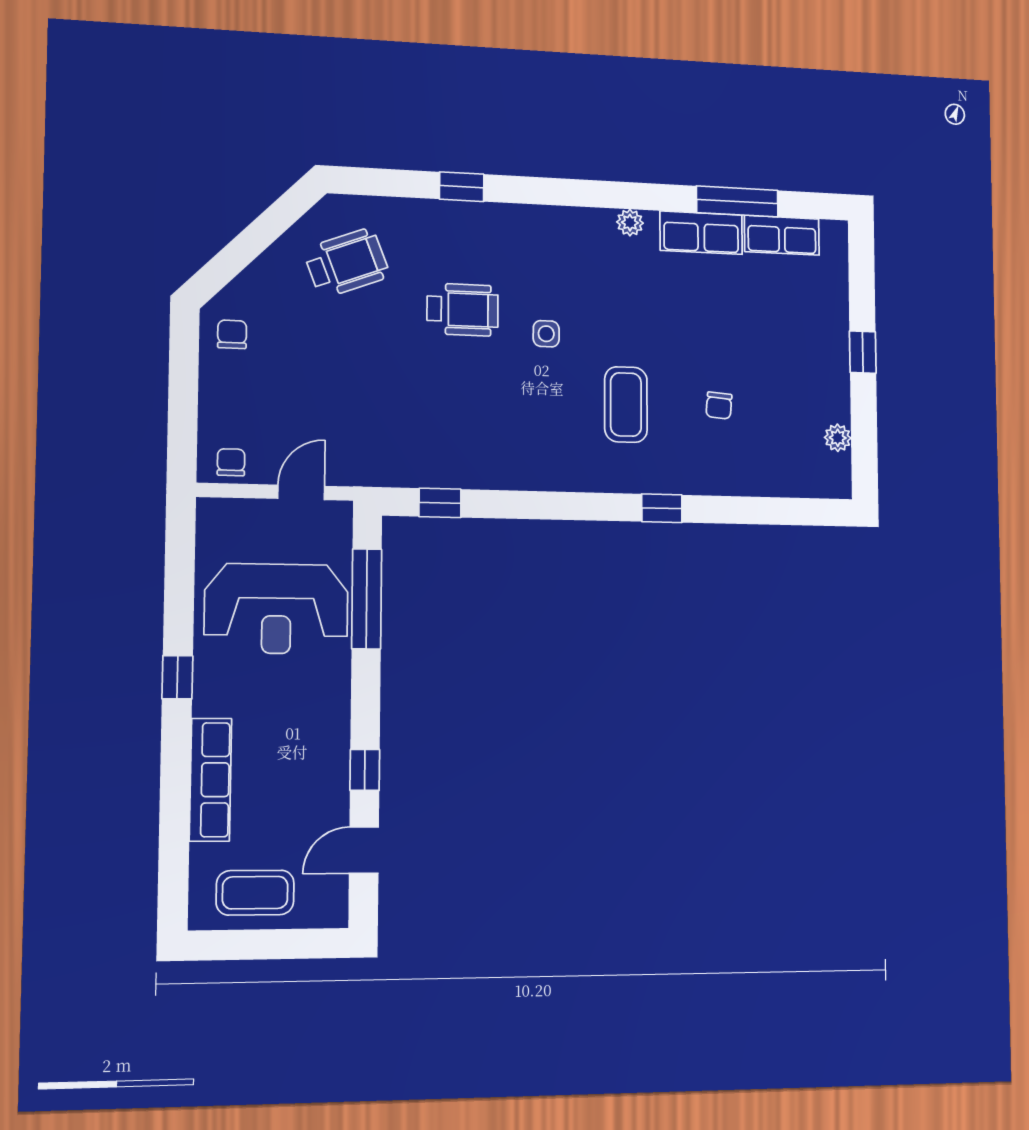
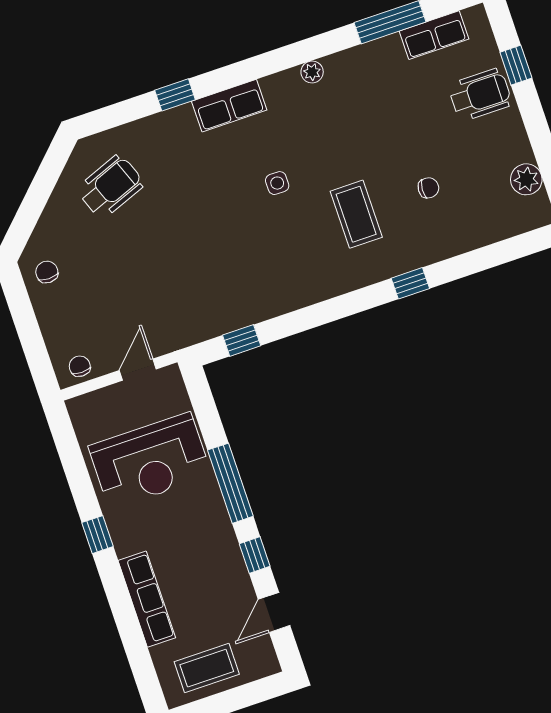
row of seats: (701, 233) -> (229, 106), moved
wheelchair: (463, 310) -> (480, 95), moved
window: (863, 352) -> (516, 65), moved
chair: (719, 405) -> (428, 188), turned -91
plant: (838, 438) -> (526, 179), width x1.38, depth x1.38
window: (367, 599) -> (230, 483), moved

